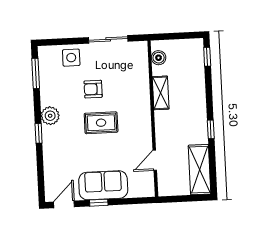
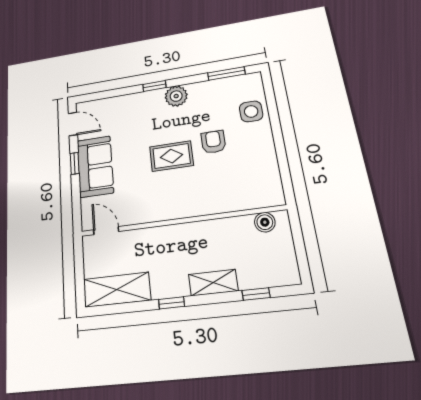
sliding door: (108, 39) -> (281, 154), removed
window: (207, 57) -> (256, 294), moved
shelving: (161, 93) -> (213, 283), moved
rug: (101, 123) -> (171, 156), turned 90
door: (155, 160) -> (106, 231), moved

